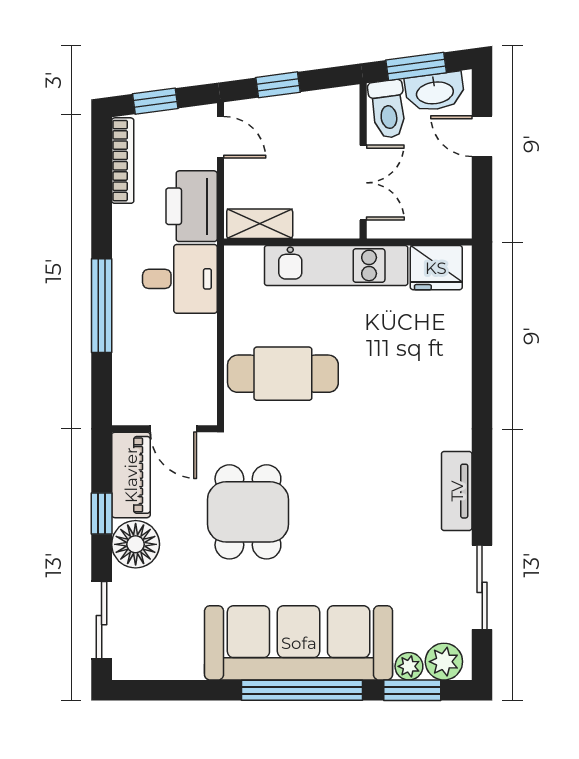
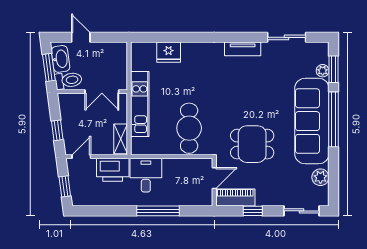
door: (482, 136) -> (81, 37), swing flipped
bookcase: (123, 161) -> (92, 201), removed
double door: (363, 183) -> (102, 92), swing flipped
fridge: (436, 268) -> (169, 52), moved, turned 90
floor lamp: (136, 544) -> (267, 195), removed
plant: (444, 662) -> (320, 177), moved

